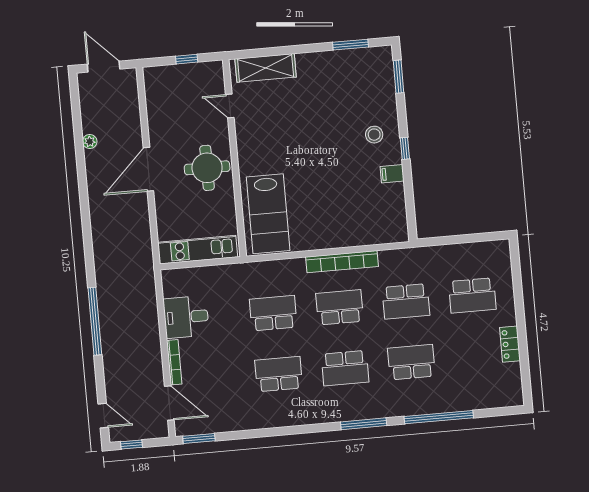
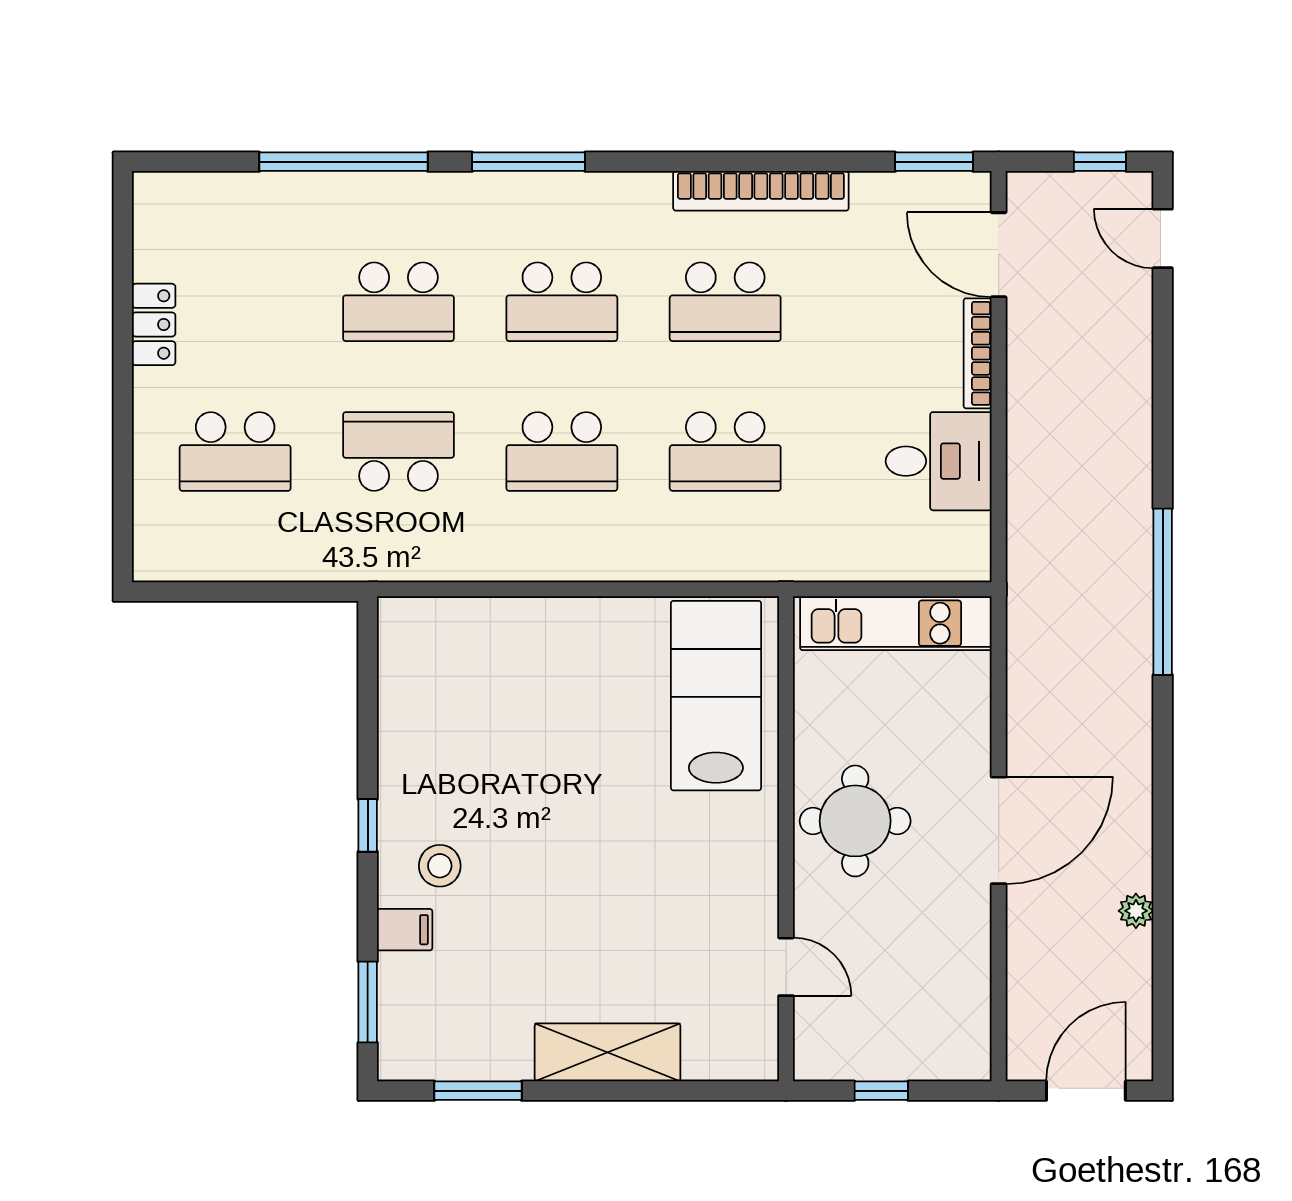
door: (104, 67) -> (1086, 1091), swing flipped
shelving: (266, 68) -> (608, 1052), moved
filing cabinet: (392, 174) -> (405, 930), moved
bookcase: (342, 262) -> (761, 191), moved, turned 180
school desk: (472, 295) -> (235, 451), turned 180
window: (95, 321) -> (1163, 592), moved
school desk: (345, 368) -> (562, 302), turned 180

